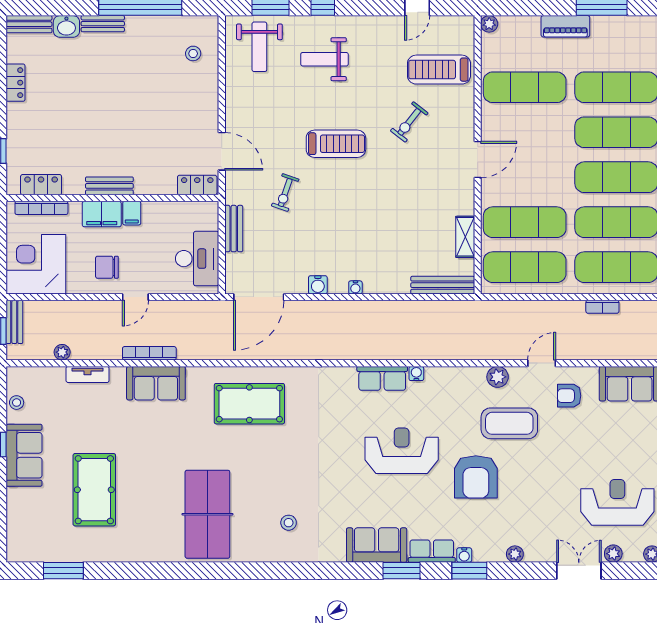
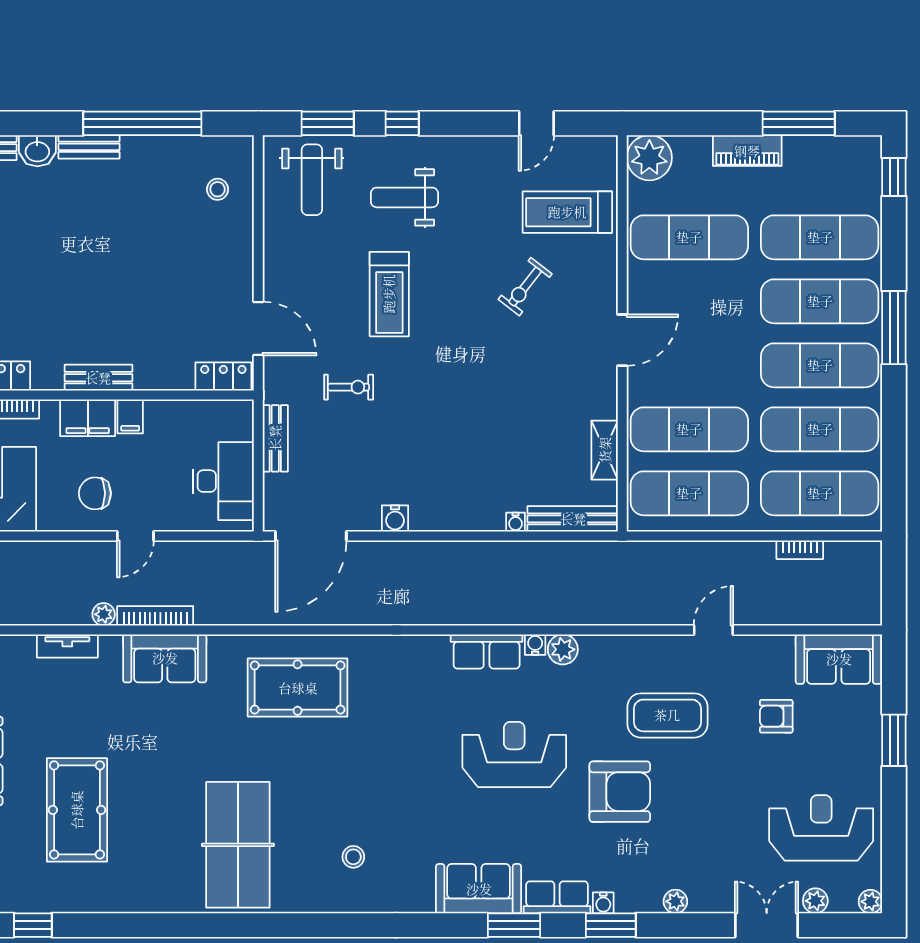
plant: (489, 24) -> (649, 158), width x1.87, depth x1.87
treadmill: (336, 144) -> (389, 294), moved, turned 90
exercise bike: (285, 193) -> (349, 387), turned -109
water cooler: (355, 287) -> (516, 522), moved
plant: (62, 352) -> (104, 614), moved
plant: (498, 377) -> (563, 649), moved
armchair: (569, 396) -> (776, 716), moved
armchair: (476, 477) -> (620, 792), turned -90
window: (63, 571) -> (33, 925), width x0.67

